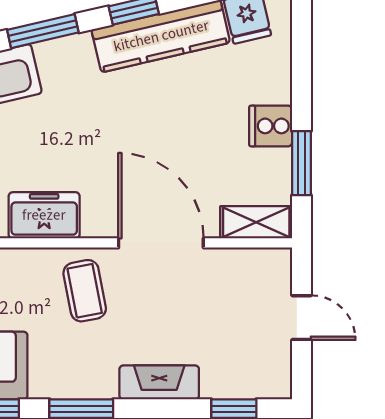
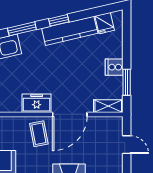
freezer: (44, 215) -> (37, 103), moved
door: (161, 243) -> (70, 114), swing flipped

